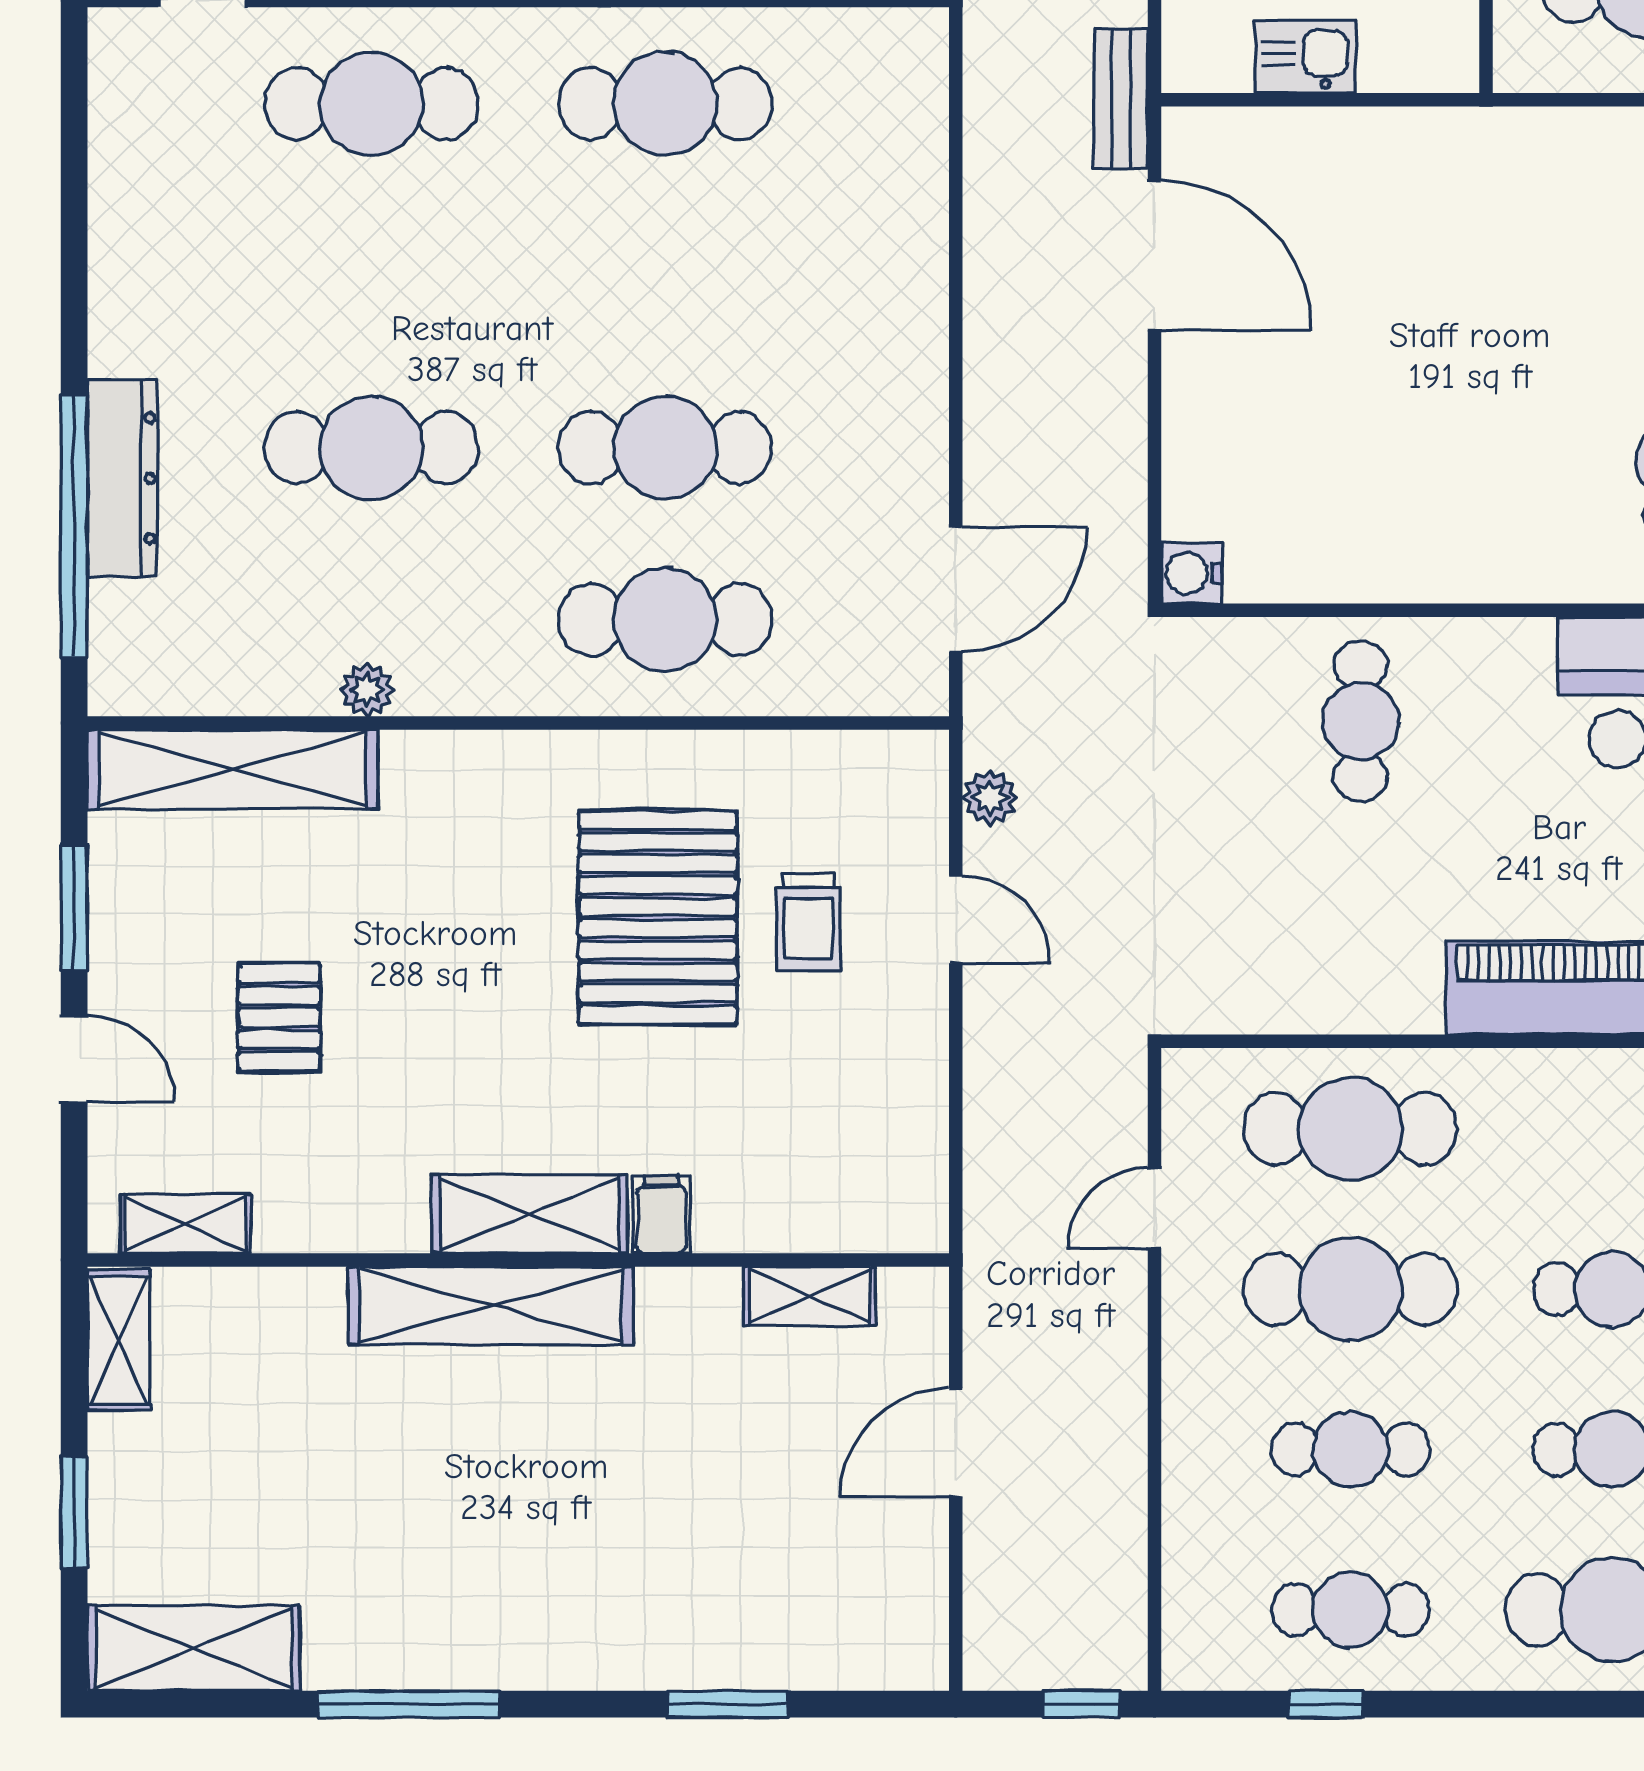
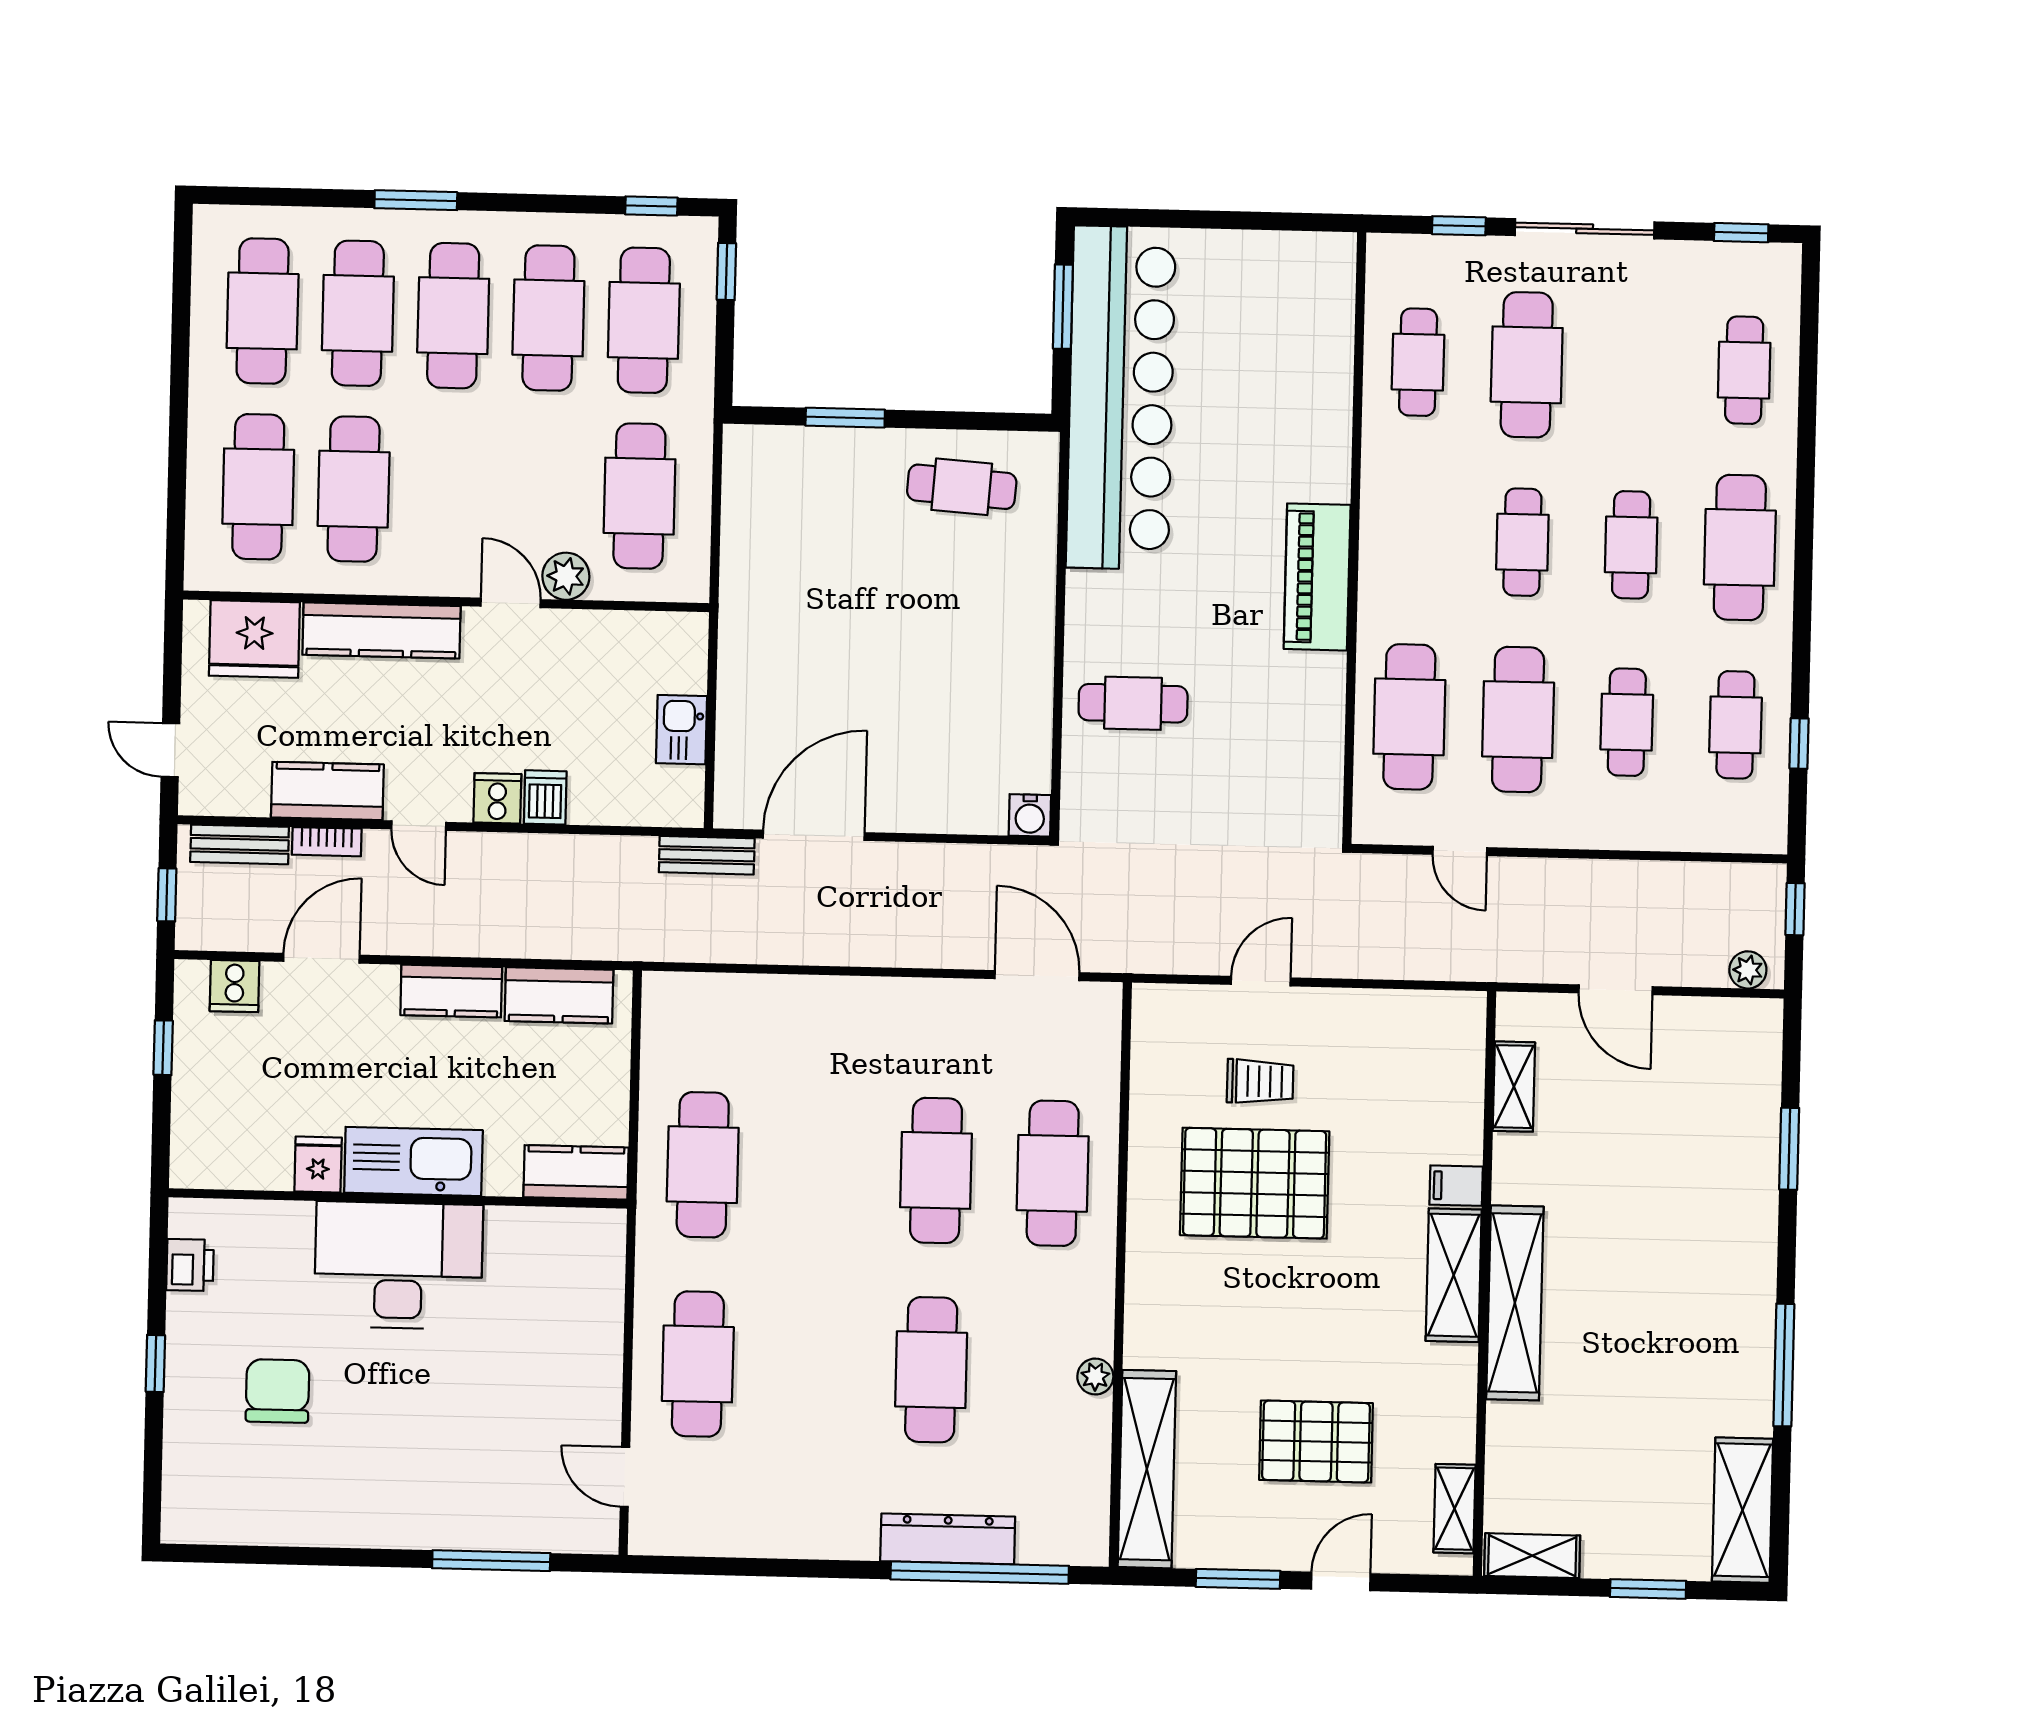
plant: (990, 798) -> (1748, 970), moved
pallet: (279, 1017) -> (1316, 1441), width x1.50, depth x1.42

